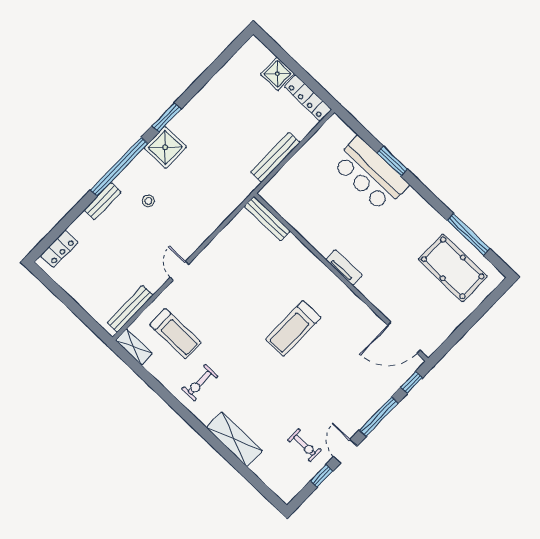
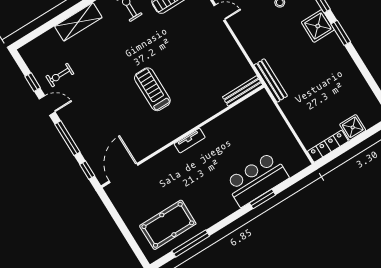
bench: (275, 157) -> (271, 81), moved

